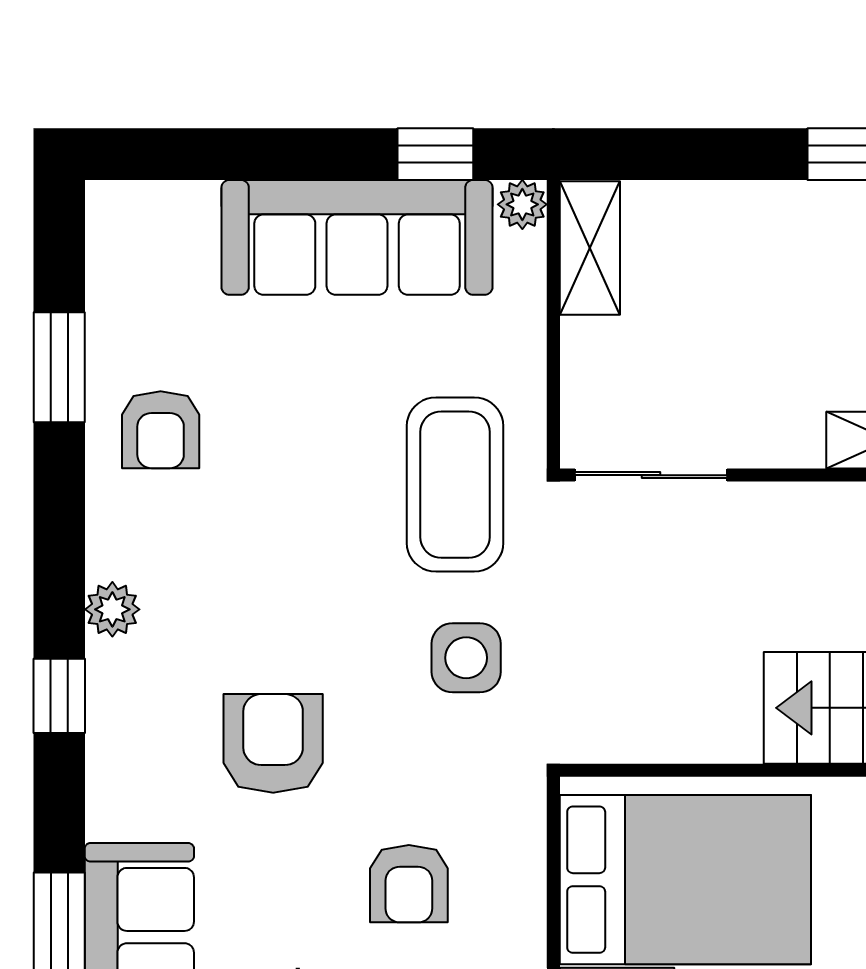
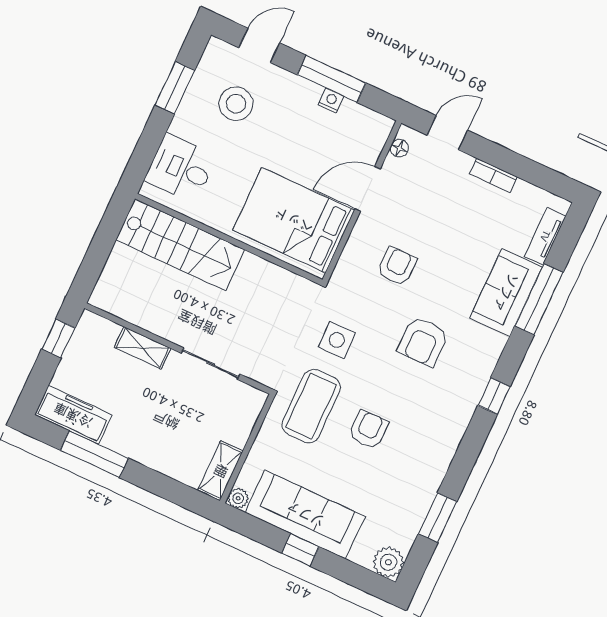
window: (435, 154) -> (300, 550), moved
armchair: (161, 430) -> (368, 430), moved
sliding door: (651, 475) -> (211, 364), moved
plant: (112, 609) -> (388, 562), moved, width x1.38, depth x1.38

